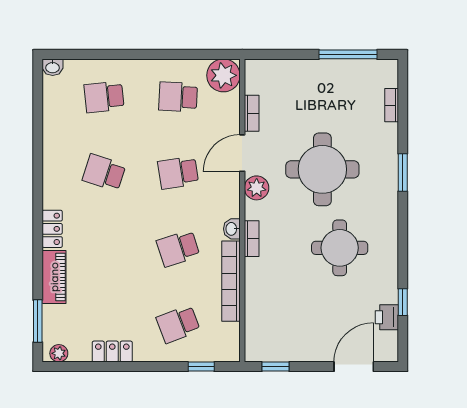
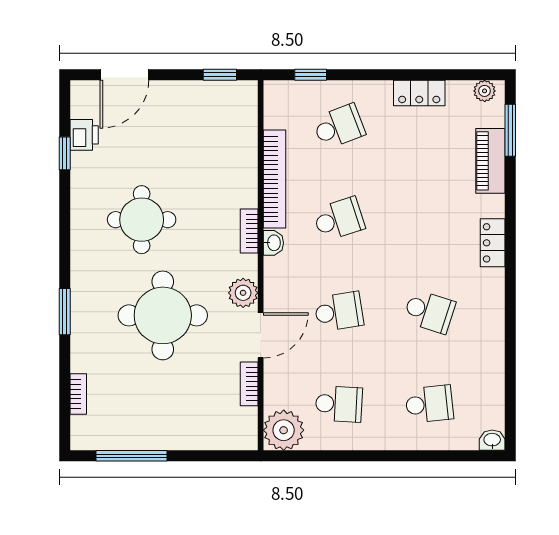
piano: (54, 277) -> (490, 161), moved

